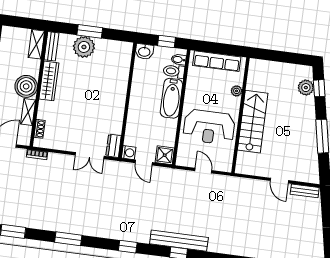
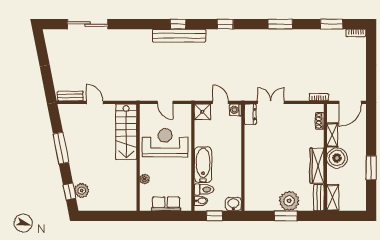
row of seats: (217, 61) -> (166, 204), width x0.68
stairs: (253, 122) -> (126, 132), moved

